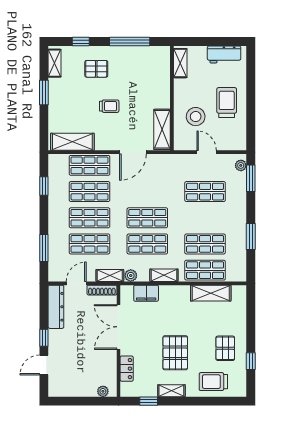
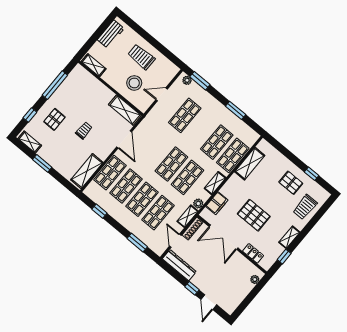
pallet: (175, 353) -> (254, 215), moved

